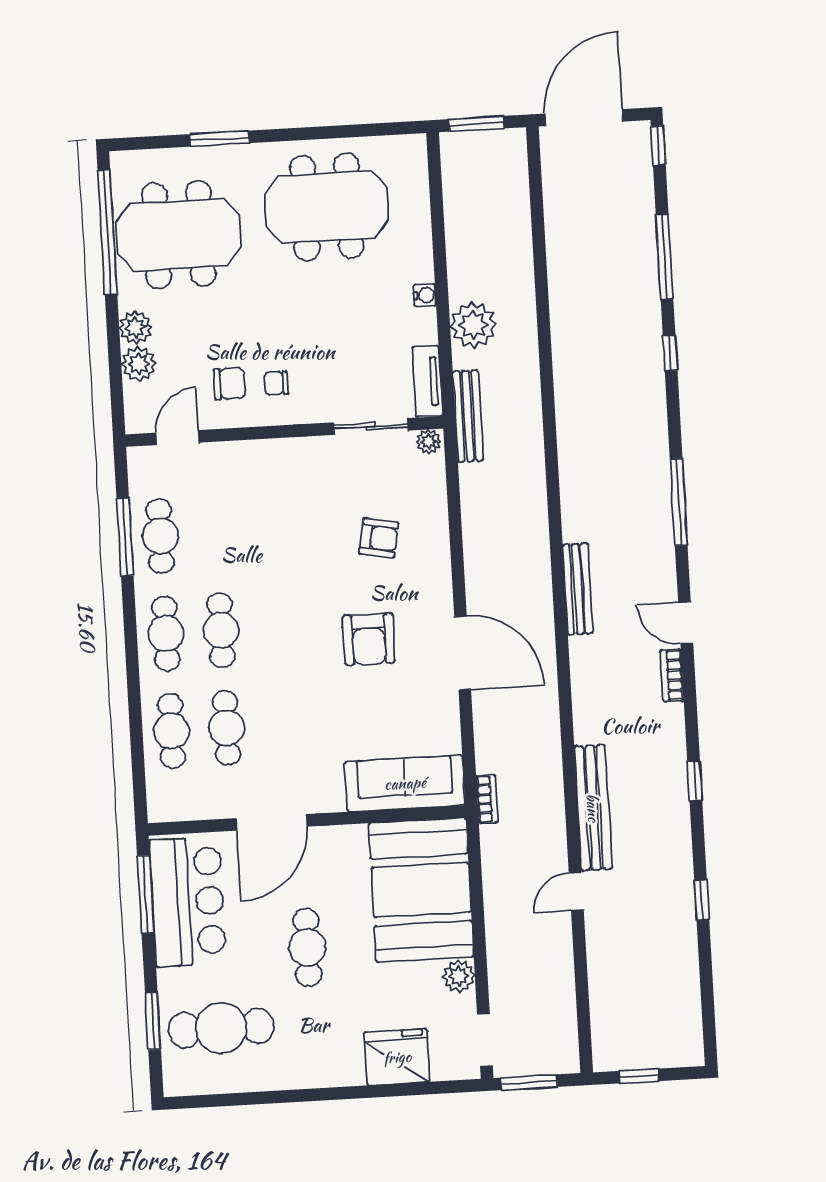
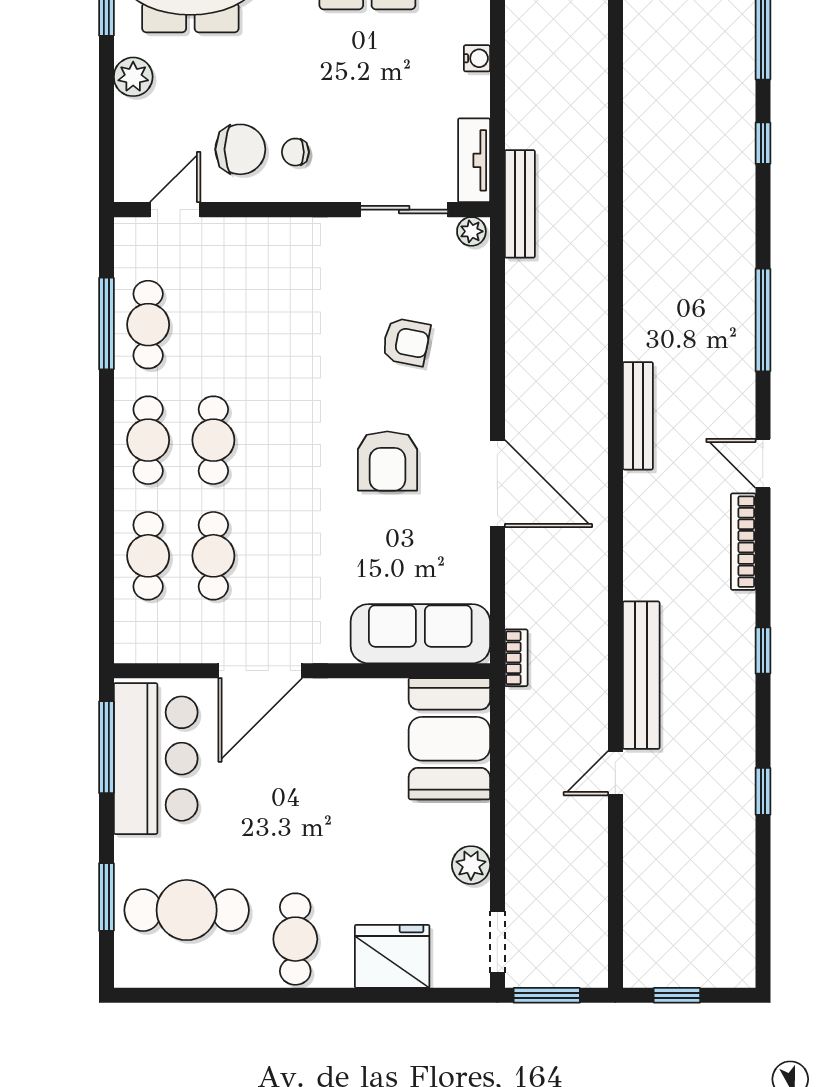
plant: (473, 325) -> (532, 97), removed
plant: (139, 364) -> (134, 120), removed
chair: (230, 384) -> (240, 149), width x1.37, depth x1.37
bookcase: (672, 675) -> (743, 542), width x1.56
booth: (421, 890) -> (449, 739), width x0.73, depth x0.70
cafe table: (307, 947) -> (295, 939), moved

